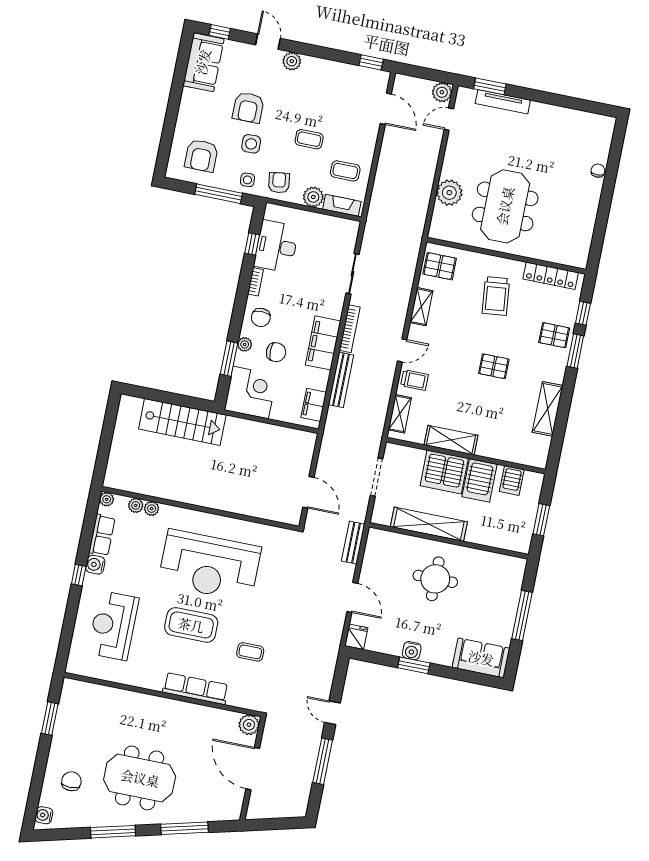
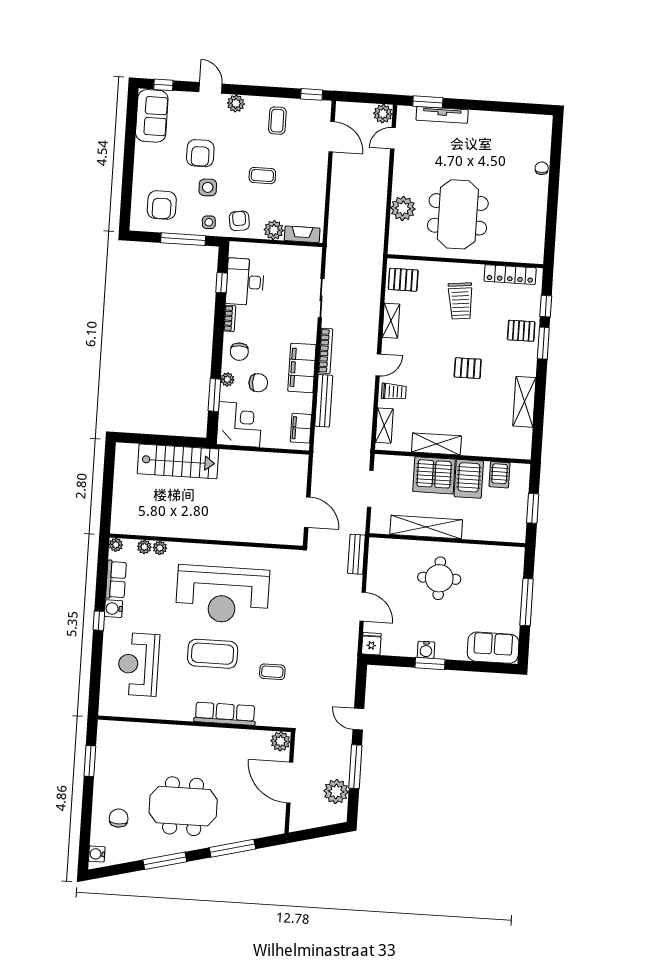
coffee table: (345, 171) -> (277, 121), moved, turned 90
plant: (299, 784) -> (336, 792), added

